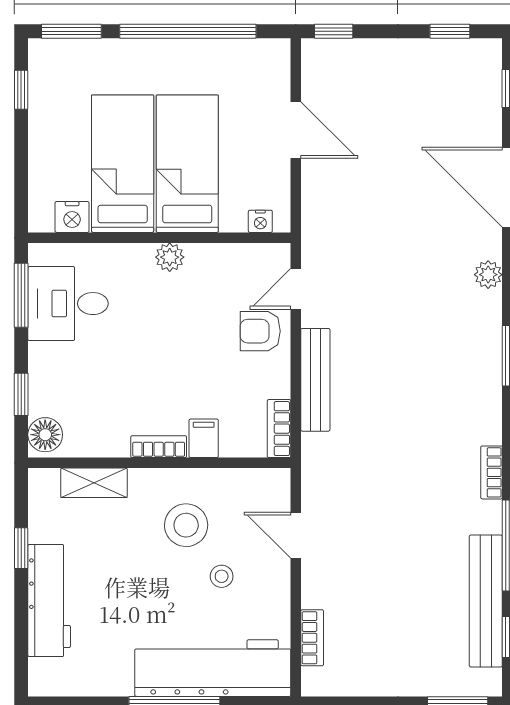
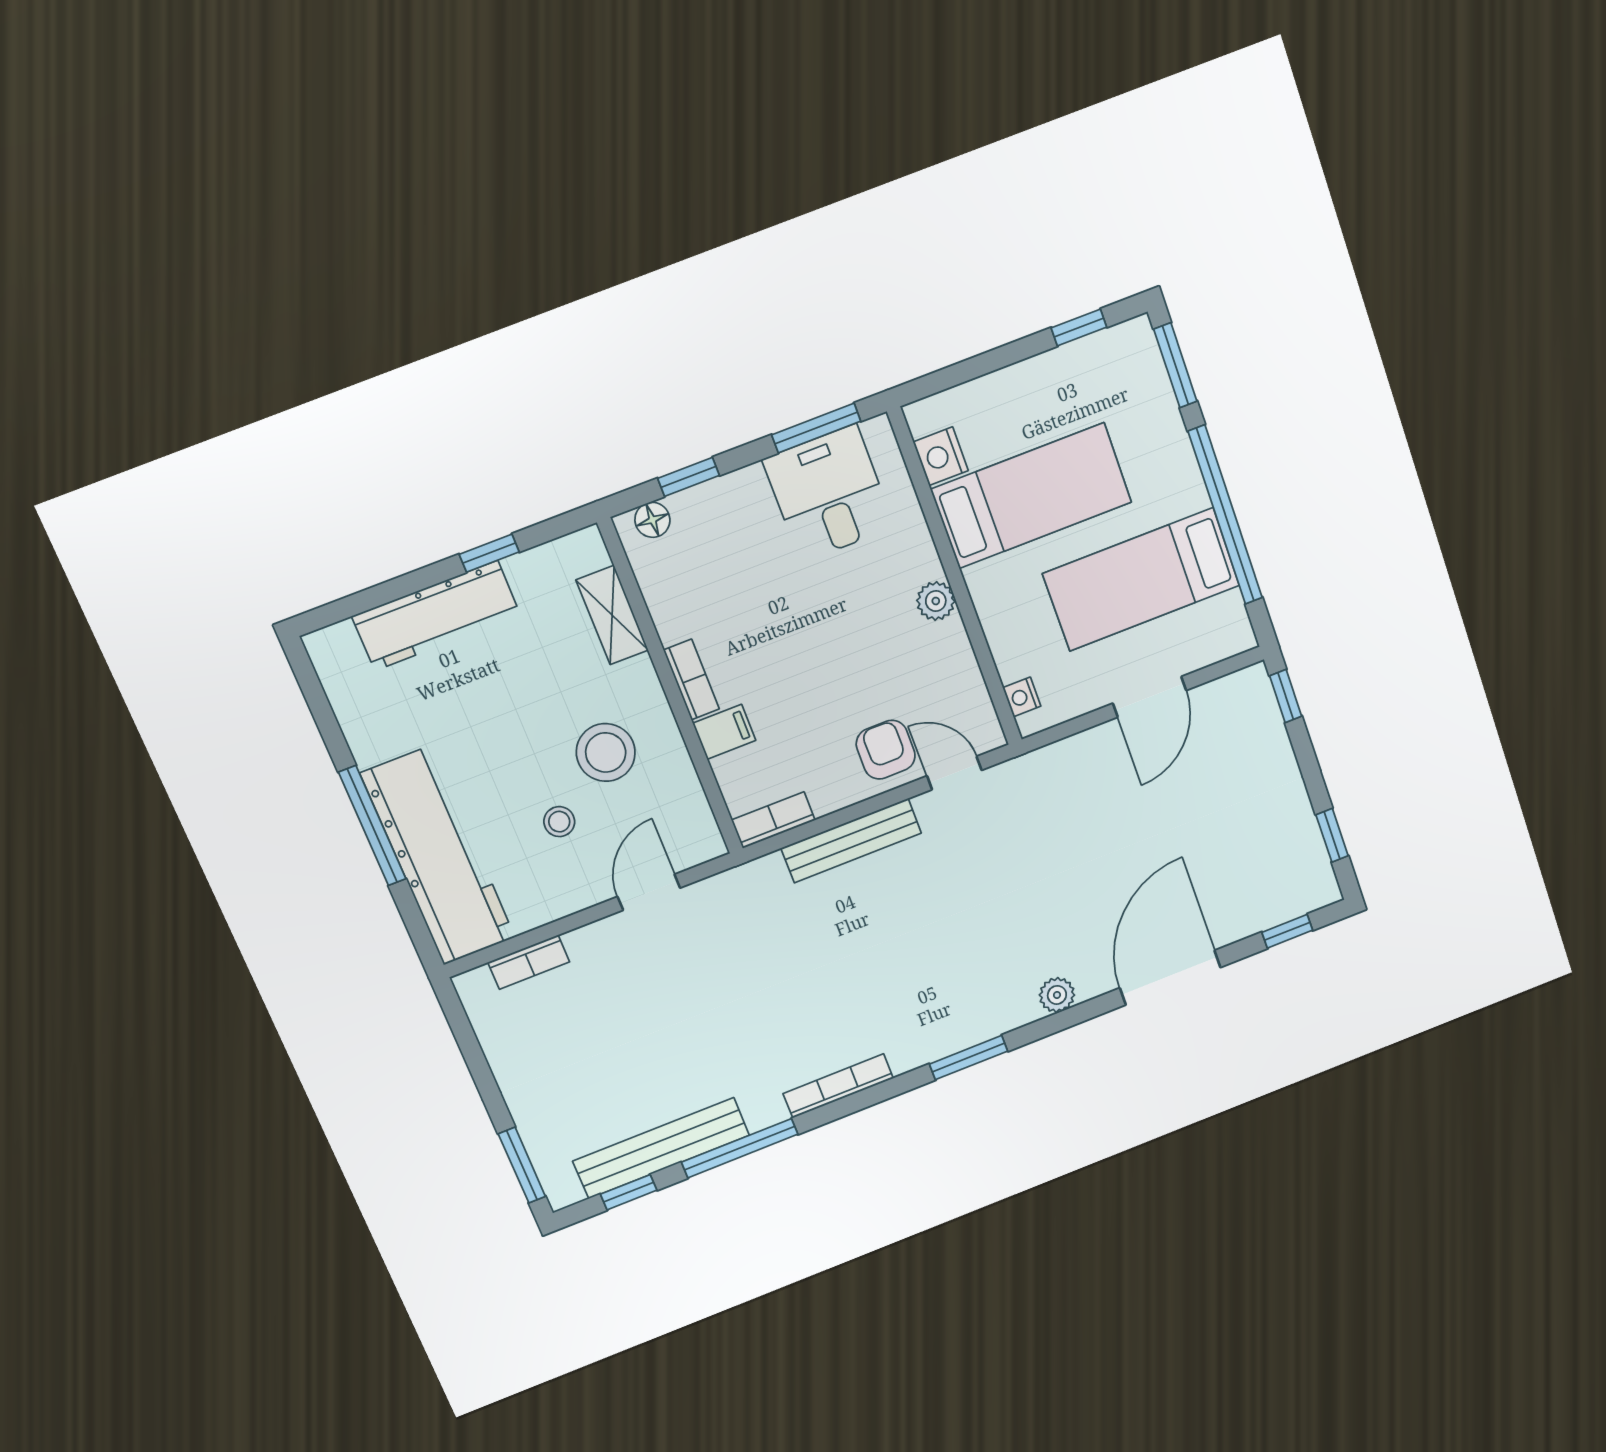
bed: (187, 164) -> (1141, 579), moved, turned 180
floor lamp: (45, 435) -> (652, 520), width x0.73, depth x0.73
bookcase: (492, 472) -> (838, 1086), width x1.56

